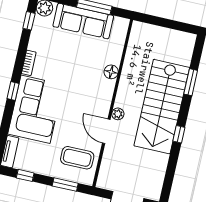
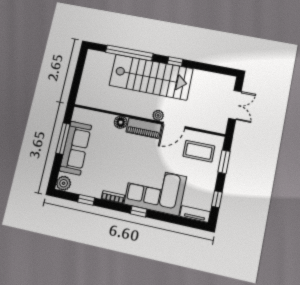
window: (29, 21) -> (86, 200), moved
window: (191, 82) -> (129, 53), width x2.11
piano: (104, 98) -> (144, 128), added
coffee table: (77, 158) -> (199, 151), turned 90

